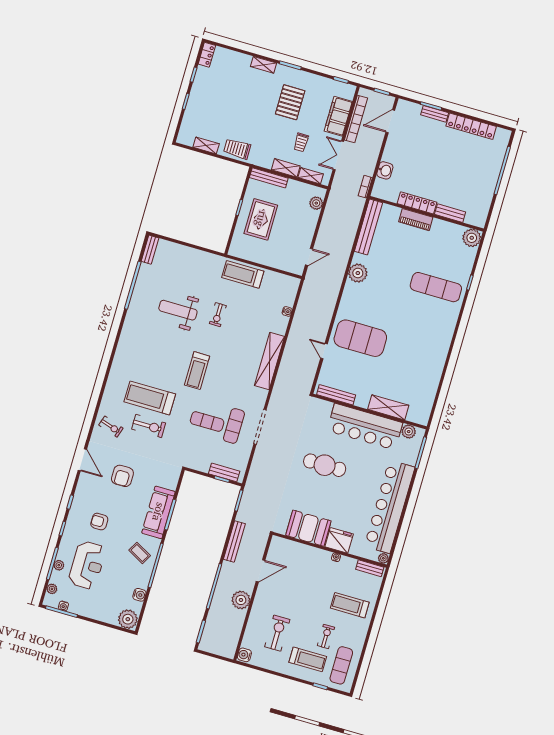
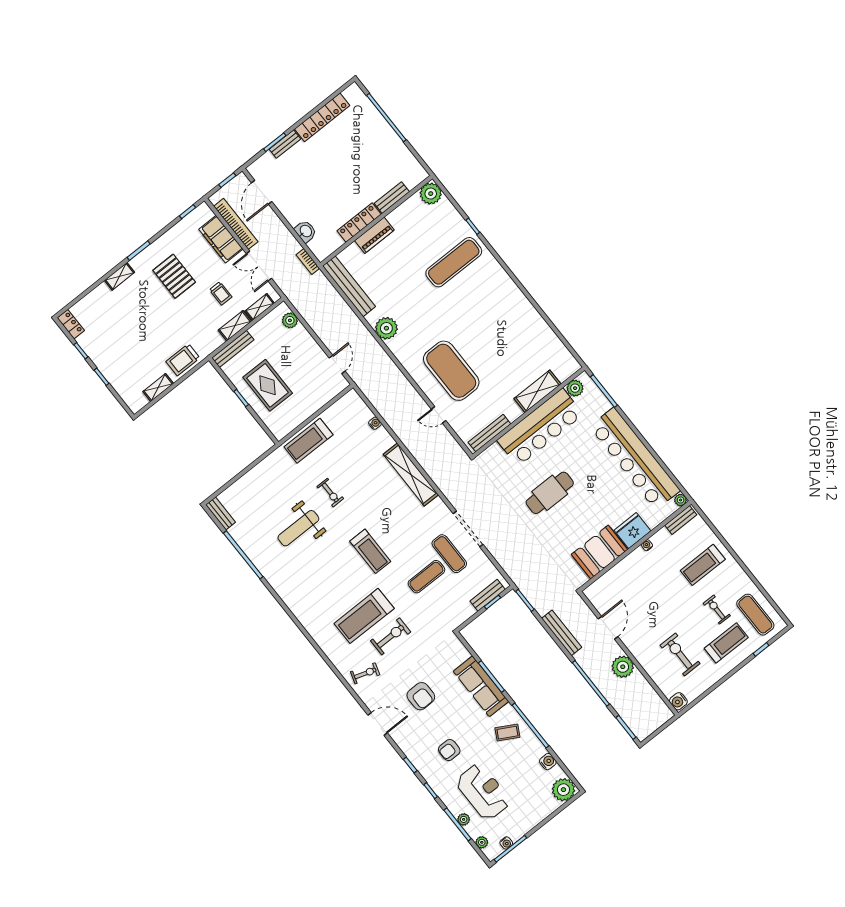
exercise mat: (360, 338) -> (451, 371), turned 90

